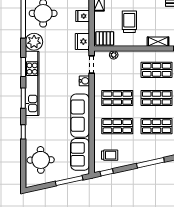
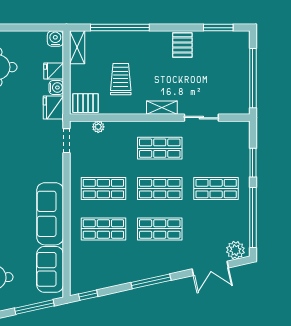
water cooler: (84, 81) -> (56, 88), moved
trolley: (110, 155) -> (92, 271), removed

